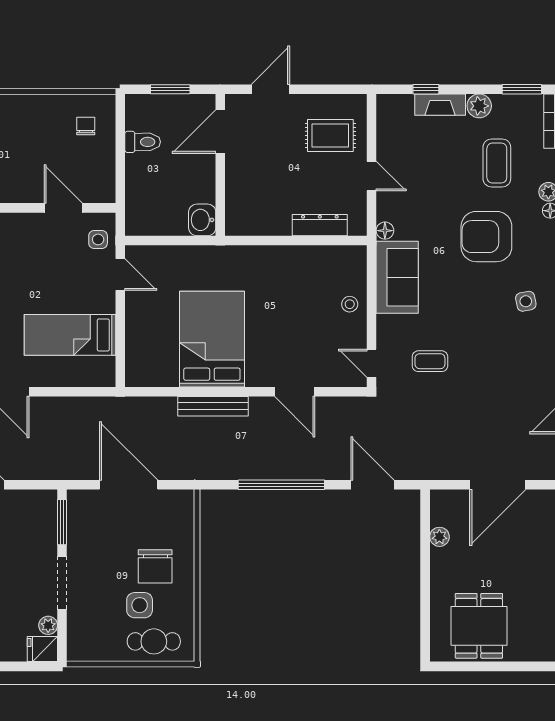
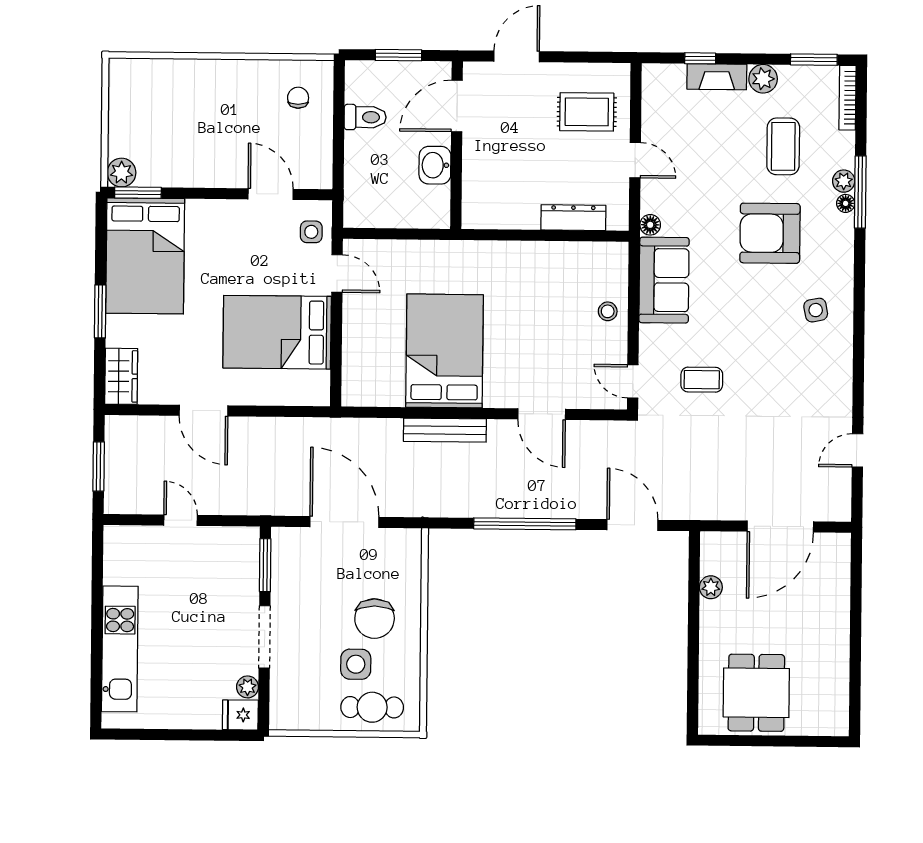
washbasin: (202, 220) -> (435, 165), moved
bed: (70, 335) -> (277, 332), width x1.50

